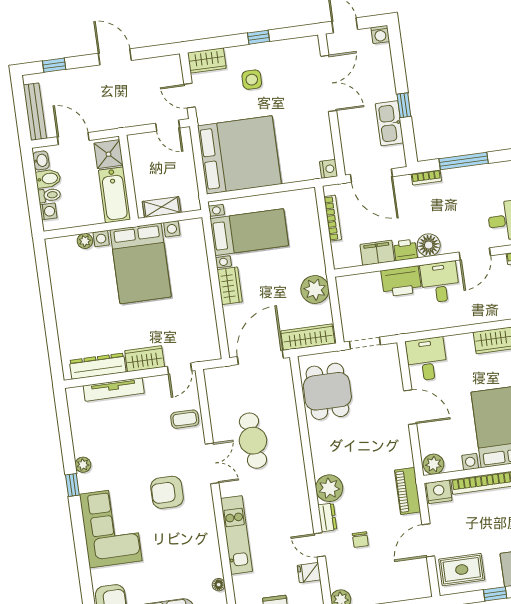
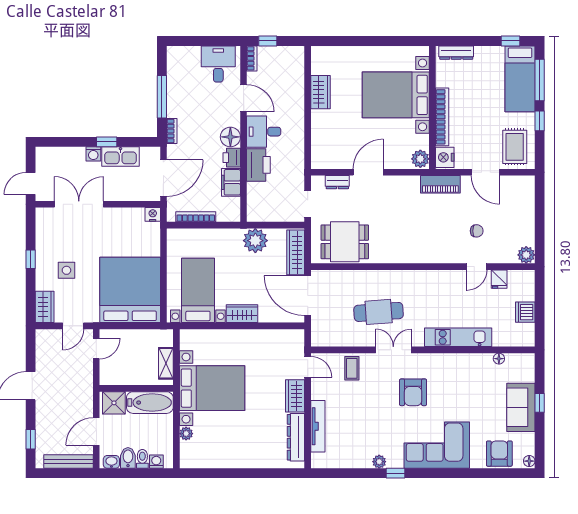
washing machine: (380, 34) -> (93, 154), moved, turned 90
desk: (427, 359) -> (329, 152), removed
plant: (329, 488) -> (429, 252), removed
dresser: (327, 517) -> (337, 182), moved, turned 180

